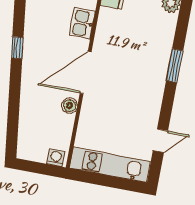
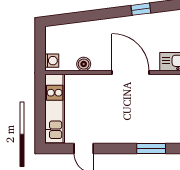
boiler: (70, 106) -> (84, 64), moved

